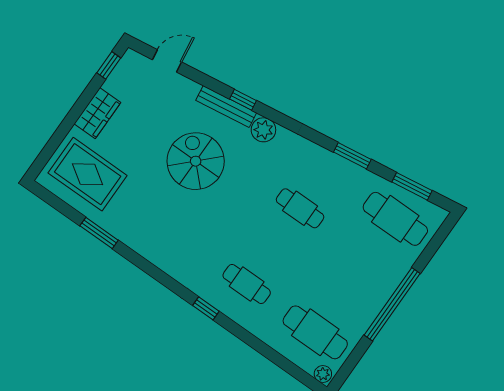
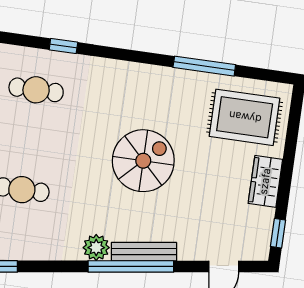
window: (243, 100) -> (131, 266), width x3.17
spiral stairs: (196, 161) -> (143, 161), moved, turned -90
window: (99, 233) -> (204, 66), width x1.44

